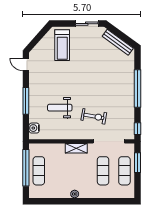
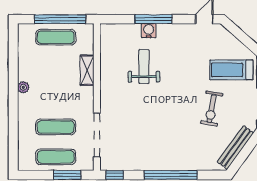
exercise bike: (94, 116) -> (212, 109), moved
water cooler: (34, 128) -> (149, 31), moved
shelving: (76, 148) -> (87, 70), moved

